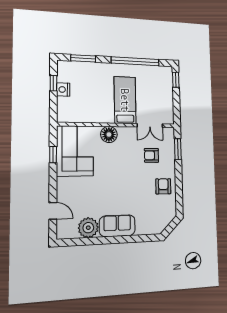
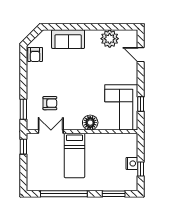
window: (176, 80) -> (23, 147), moved
armchair: (163, 186) -> (35, 54), moved
sofa: (117, 226) -> (68, 39), moved

